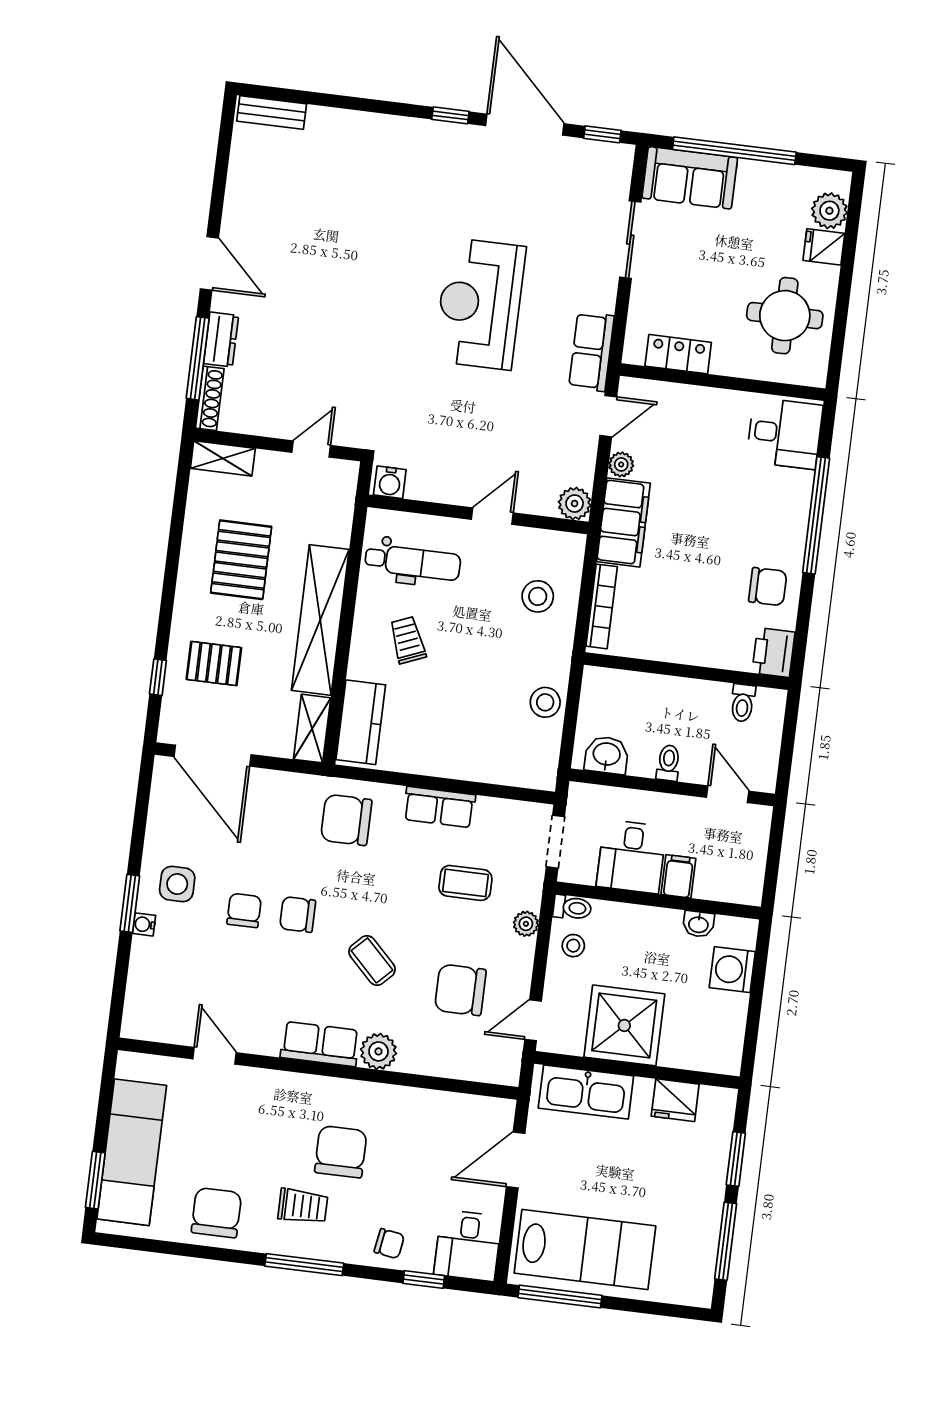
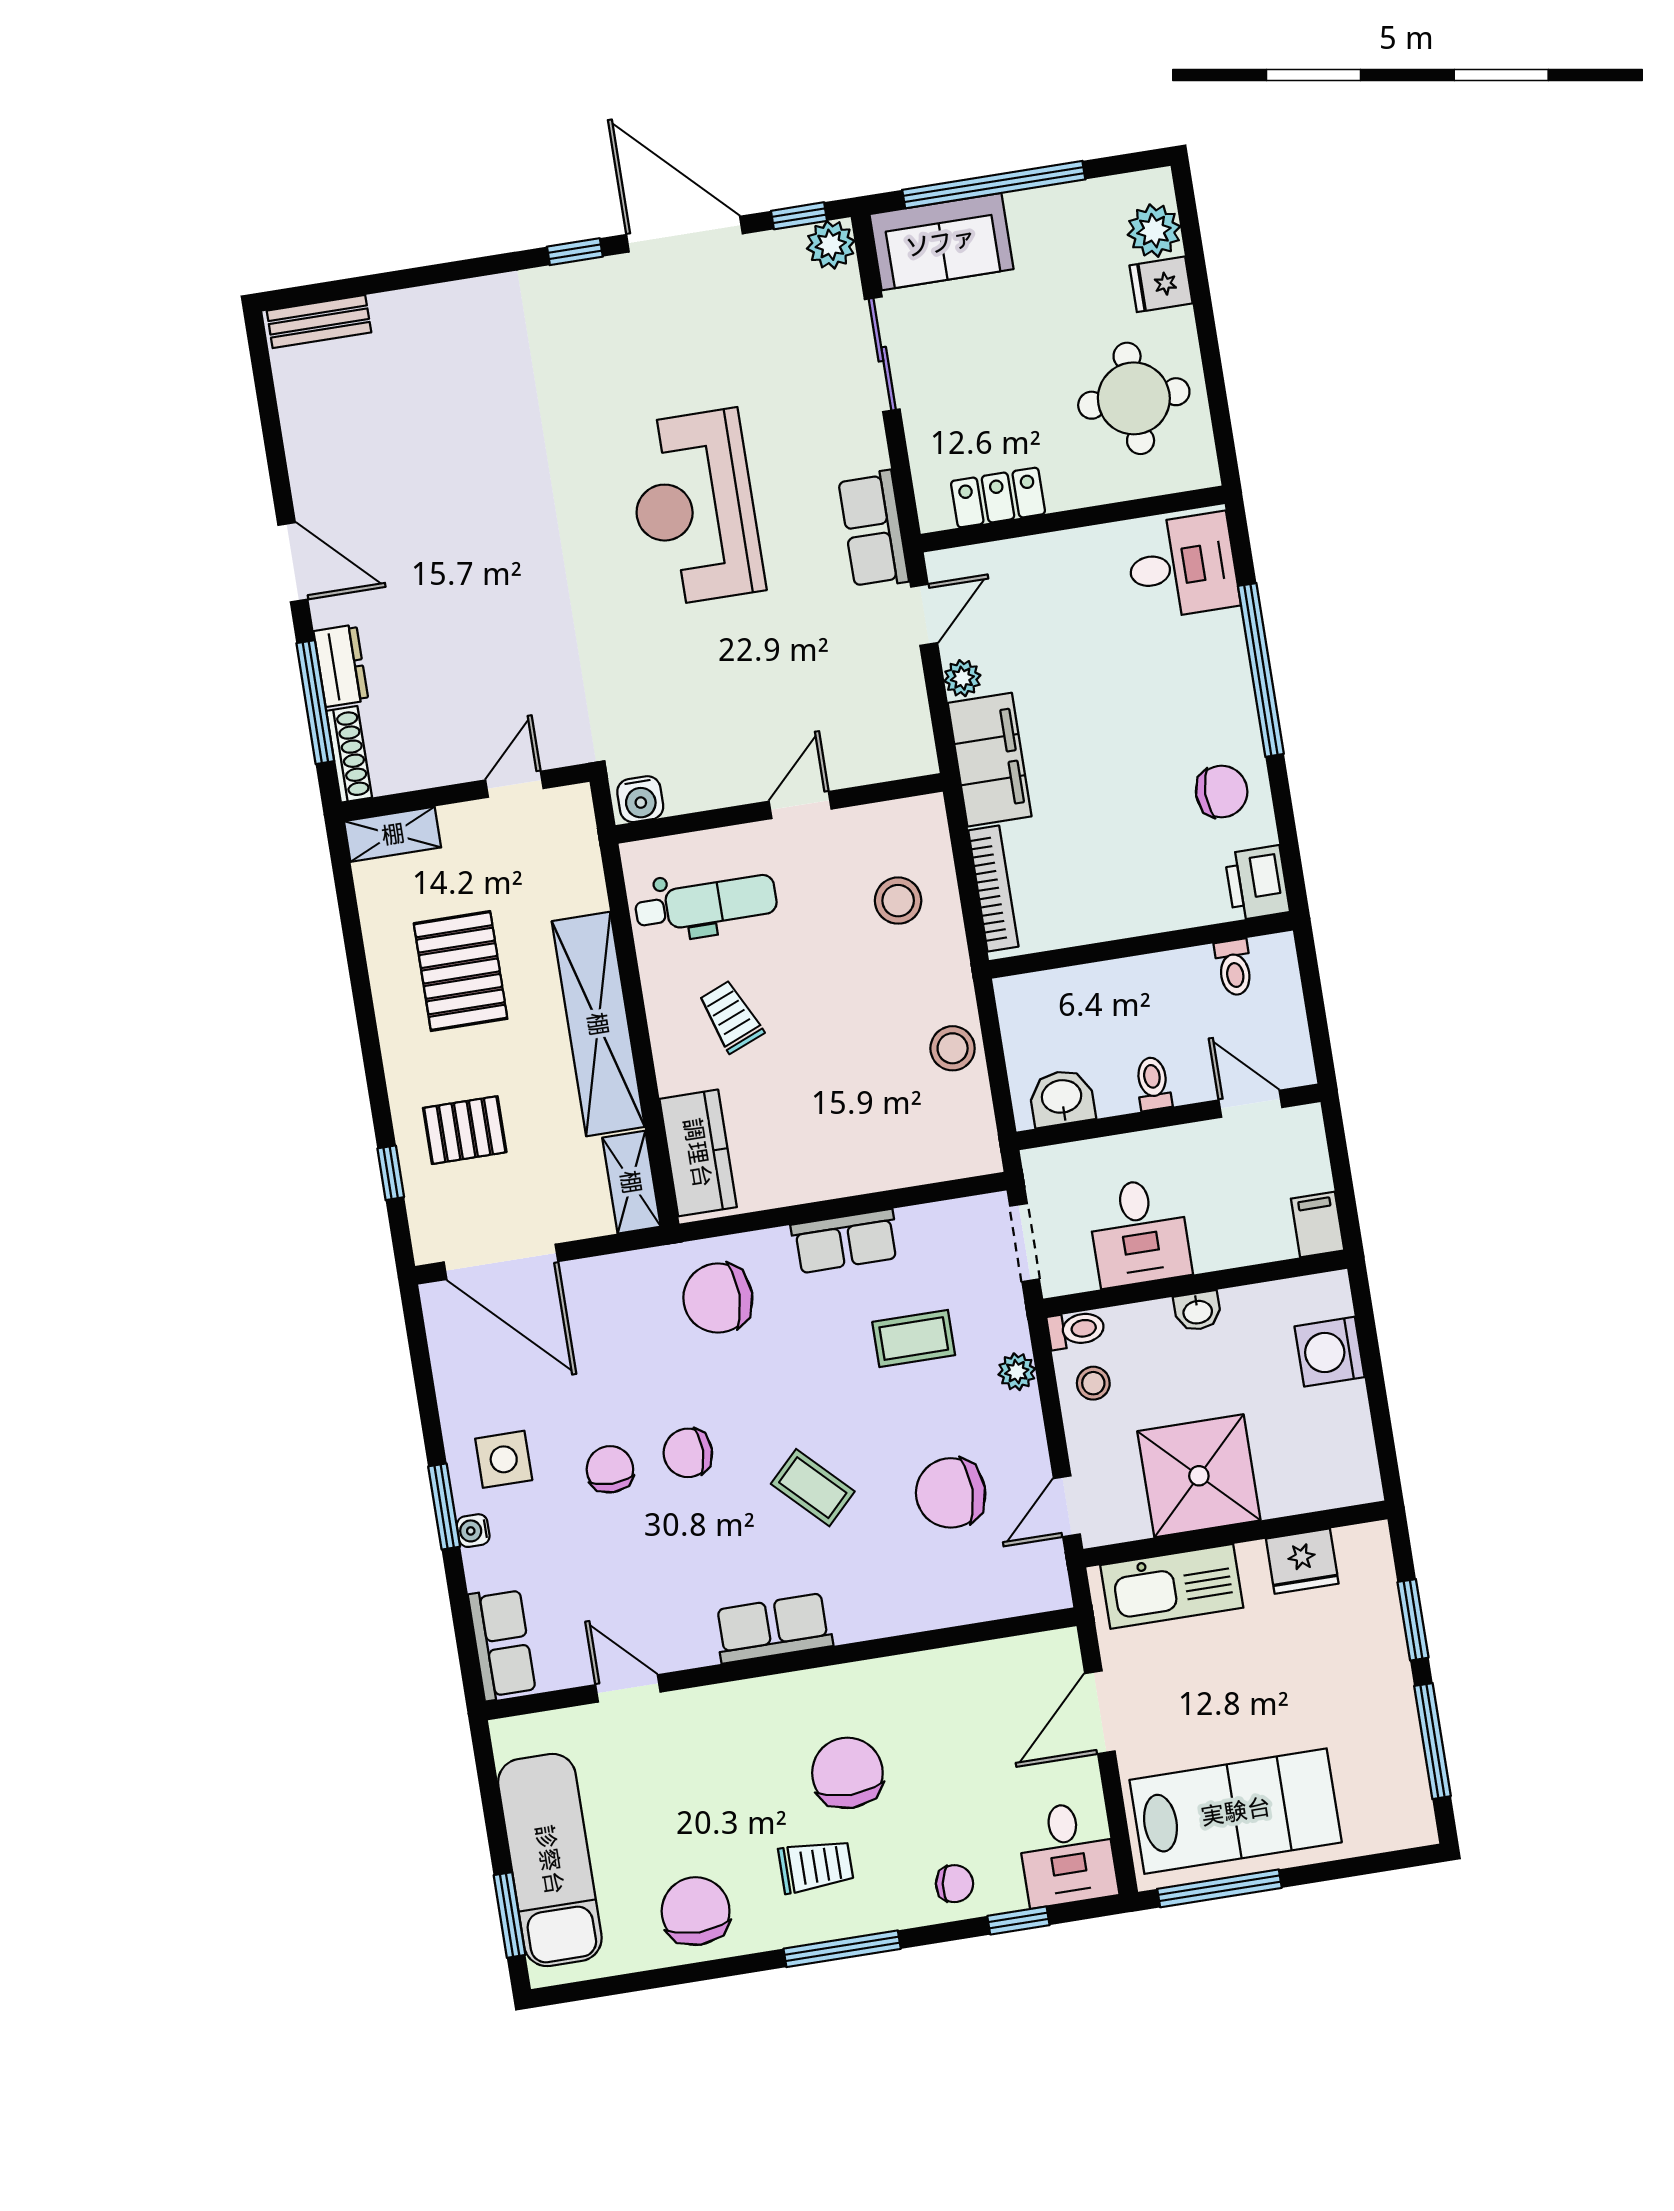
plant: (575, 504) -> (831, 245), moved
filing cabinet: (678, 876) -> (1318, 1224), moved
washbasin: (698, 924) -> (1198, 1311), moved
row of seats: (141, 1003) -> (502, 1644), added
plant: (378, 1051) -> (860, 1614), removed

